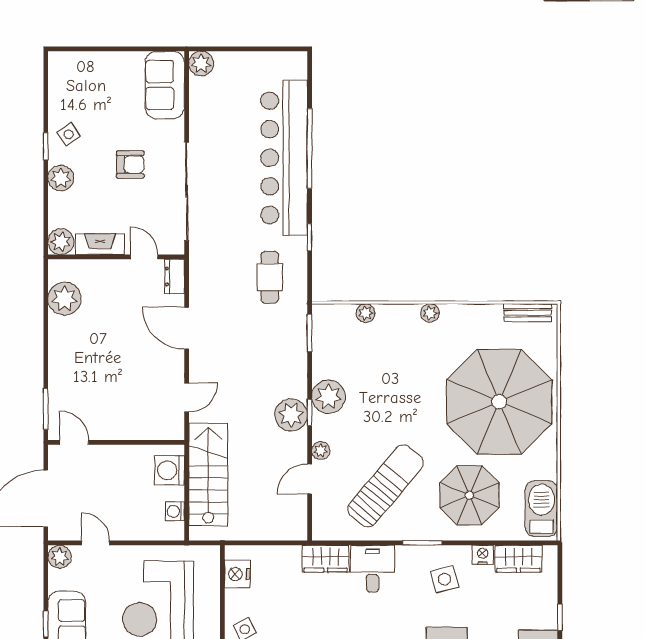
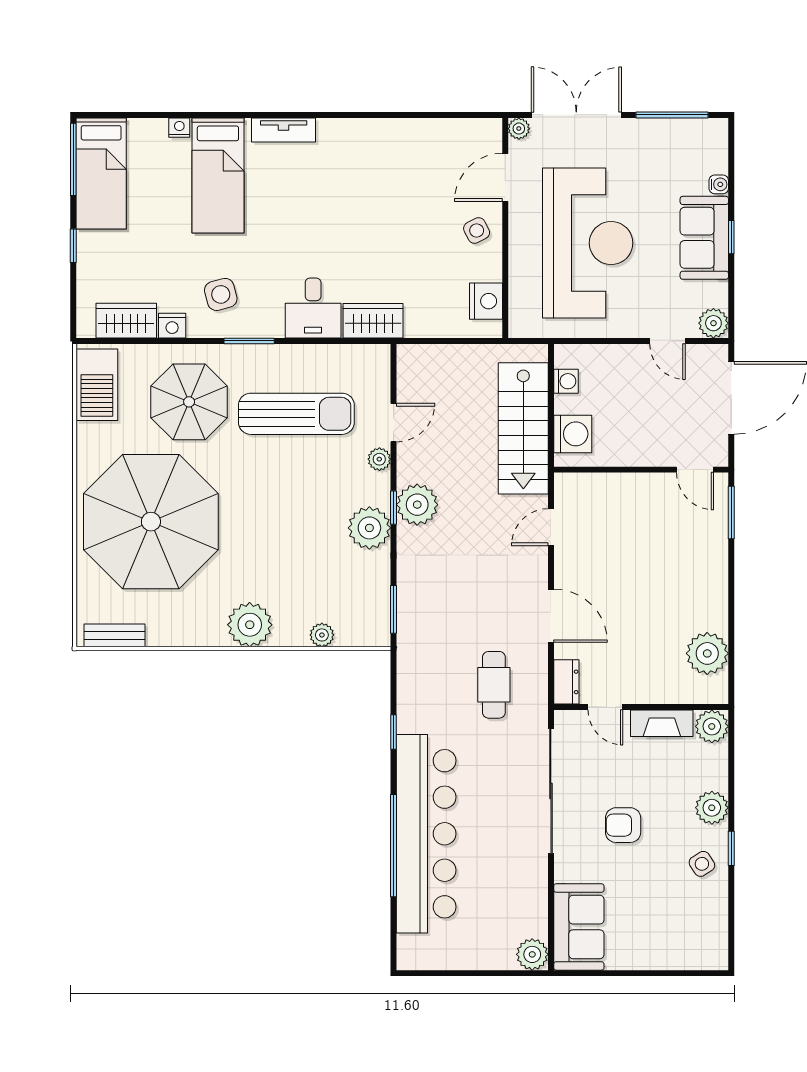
cafe table: (270, 277) -> (494, 685), moved
plant: (430, 313) -> (250, 625), width x1.88, depth x1.88
sun lounger: (385, 486) -> (296, 414), turned -130

